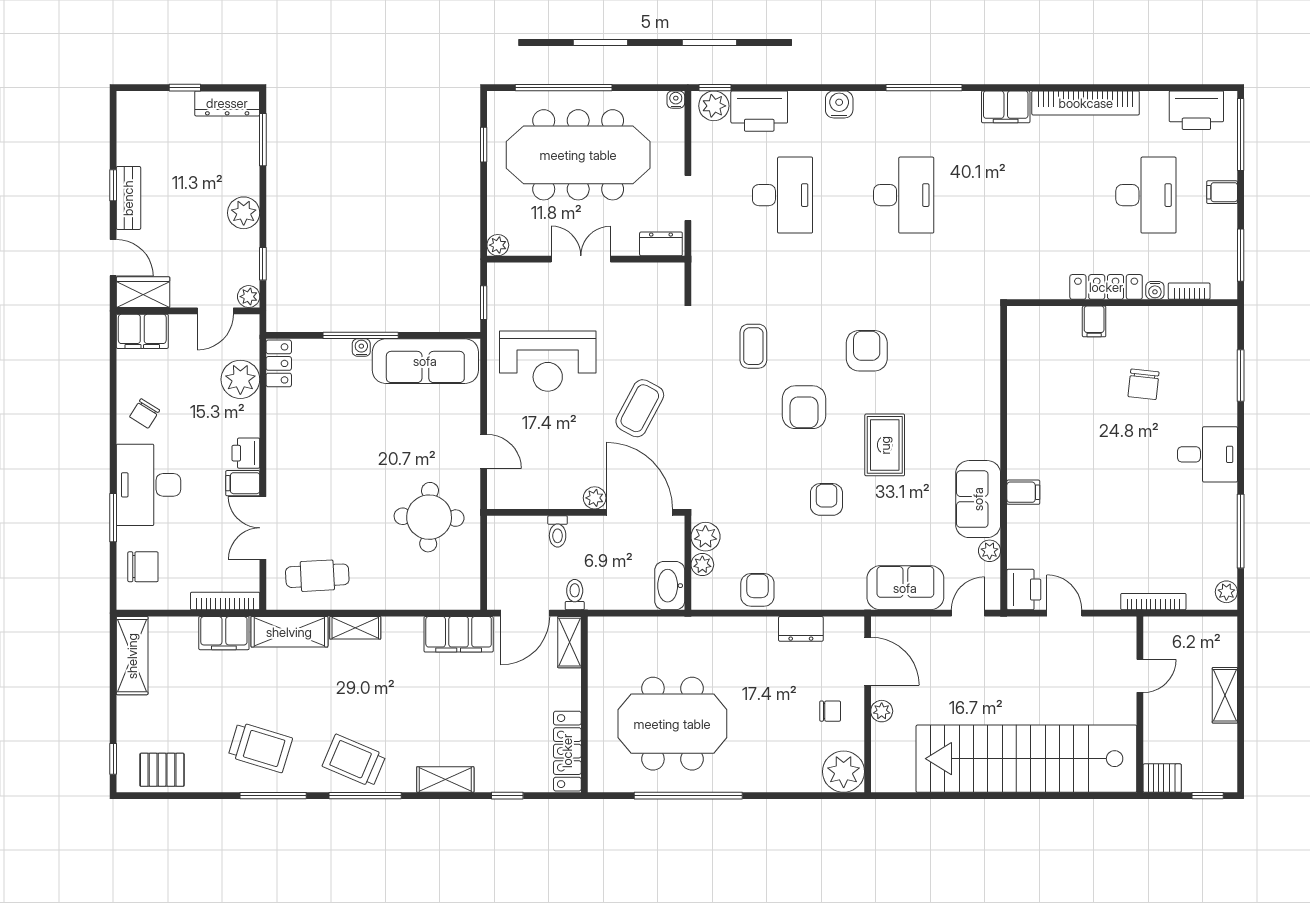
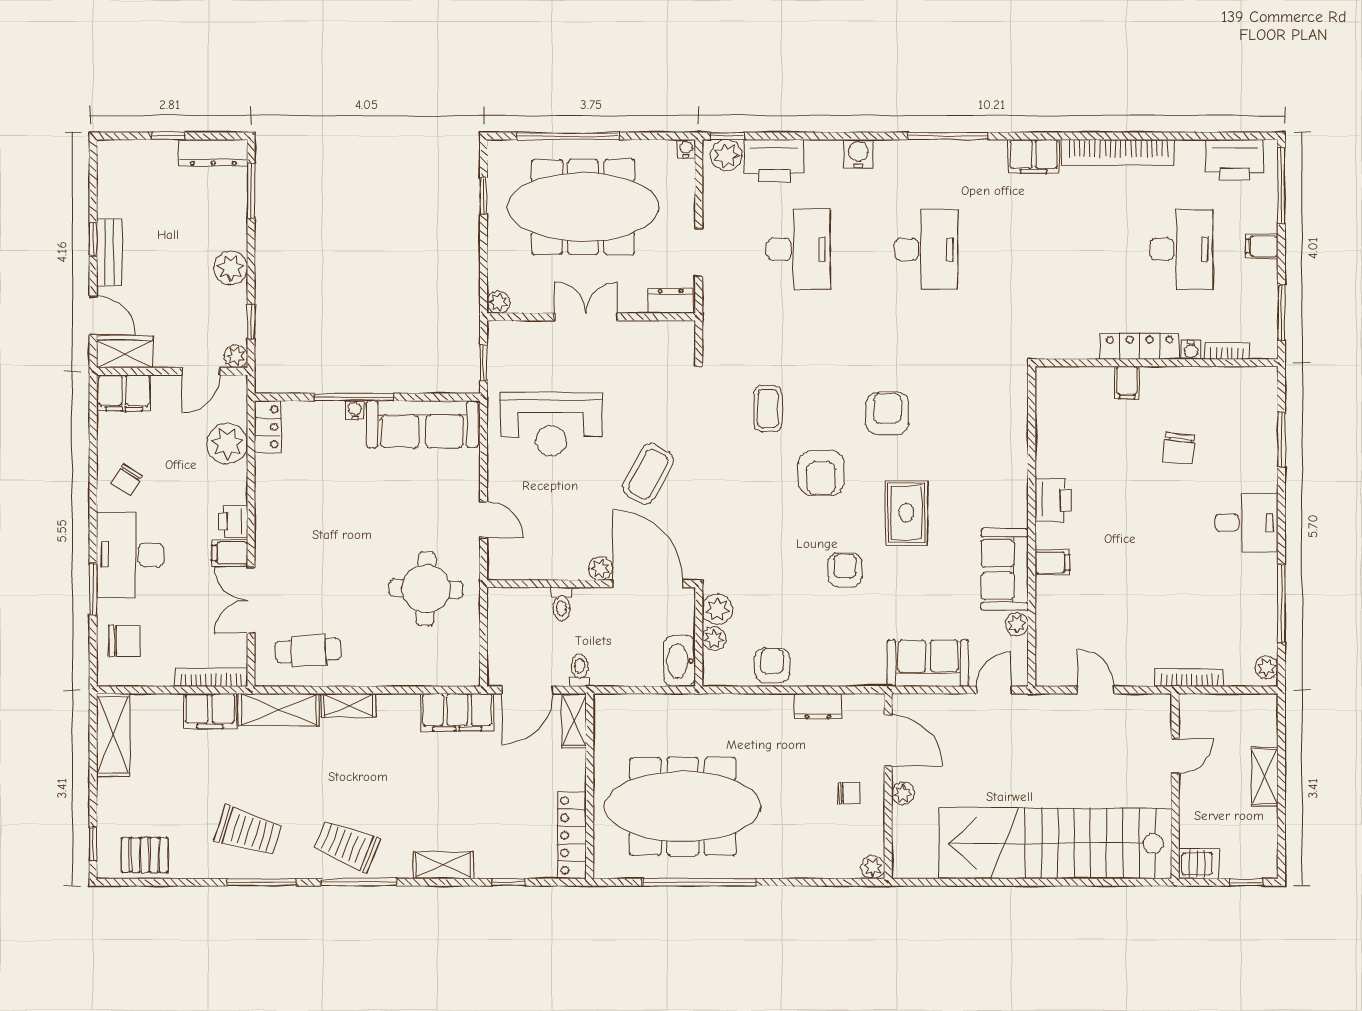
printer: (1024, 590) -> (1053, 500), moved
meeting table: (672, 724) -> (683, 806), width x1.36
plant: (844, 772) -> (873, 867), width x0.53, depth x0.53

